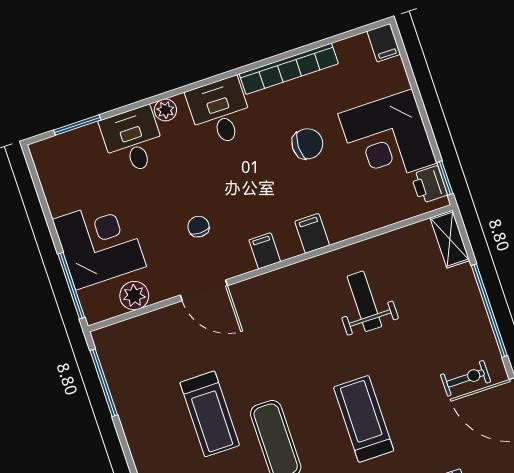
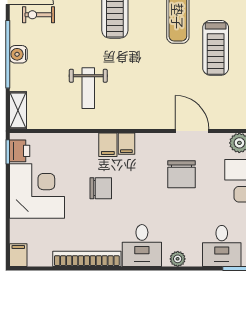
desk: (133, 140) -> (222, 246), moved
chair: (307, 144) -> (101, 188), moved, turned 180
chair: (199, 227) -> (182, 174), width x1.87, depth x1.87
filing cabinet: (265, 251) -> (126, 144), moved
water cooler: (475, 316) -> (18, 54), added
treadmill: (210, 414) -> (216, 48), turned 180

